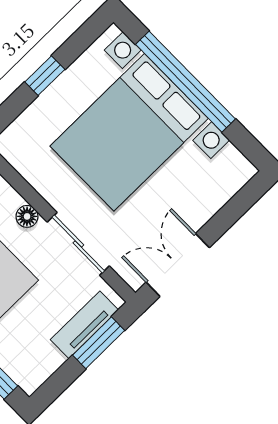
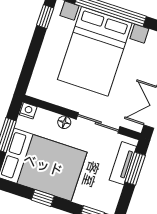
window: (45, 76) -> (45, 17), moved

